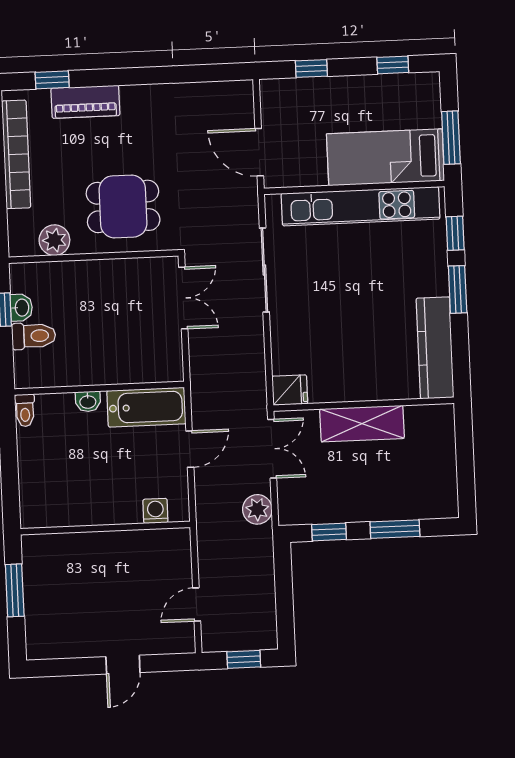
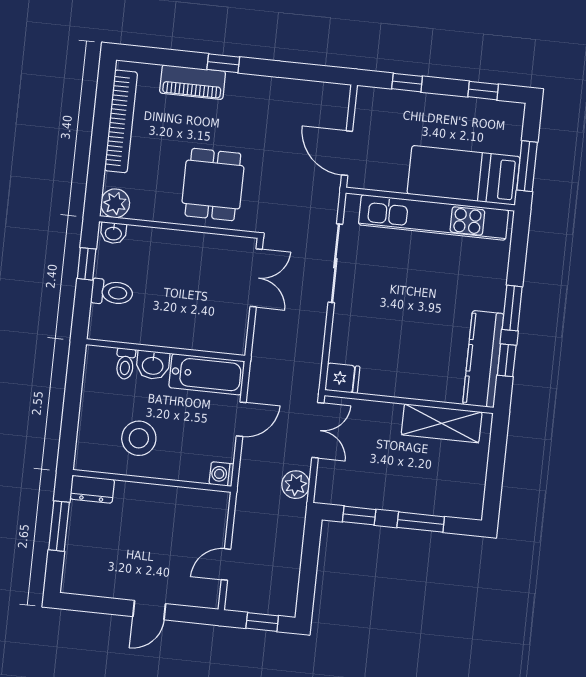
window: (52, 80) -> (223, 63), moved
dining table: (123, 206) -> (213, 185), turned 90
window: (455, 233) -> (507, 360), moved
plant: (54, 240) -> (115, 203), moved
washbasin: (21, 308) -> (113, 233), moved, turned 90
washbasin: (88, 401) -> (153, 365), width x1.38, depth x1.45
toilet: (25, 410) -> (125, 364), moved
shelving: (362, 424) -> (442, 423), moved
stool: (85, 485) -> (139, 438), added
washing machine: (155, 511) -> (221, 474), moved, turned -90
dresser: (44, 546) -> (92, 489), added

